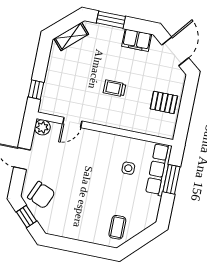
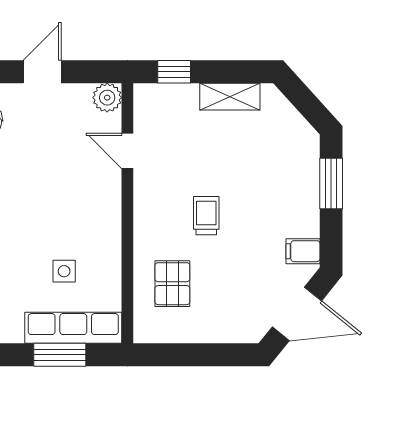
shelving: (71, 36) -> (230, 97), moved, turned -48
filing cabinet: (137, 40) -> (303, 251), width x0.50
pallet: (164, 102) -> (172, 284), moved

